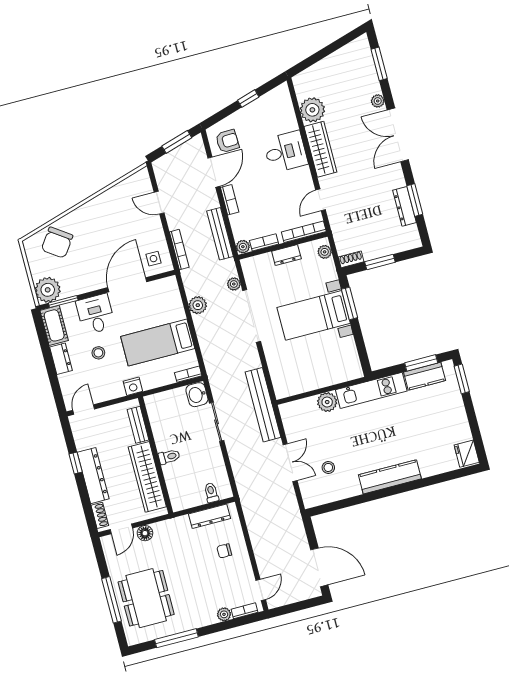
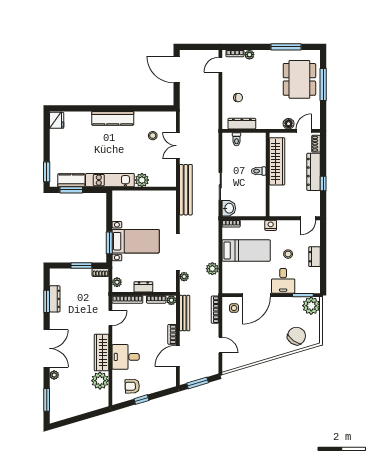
armchair: (227, 141) -> (132, 386), moved
cot: (54, 325) -> (313, 280), removed
bench: (138, 425) -> (274, 198), removed

